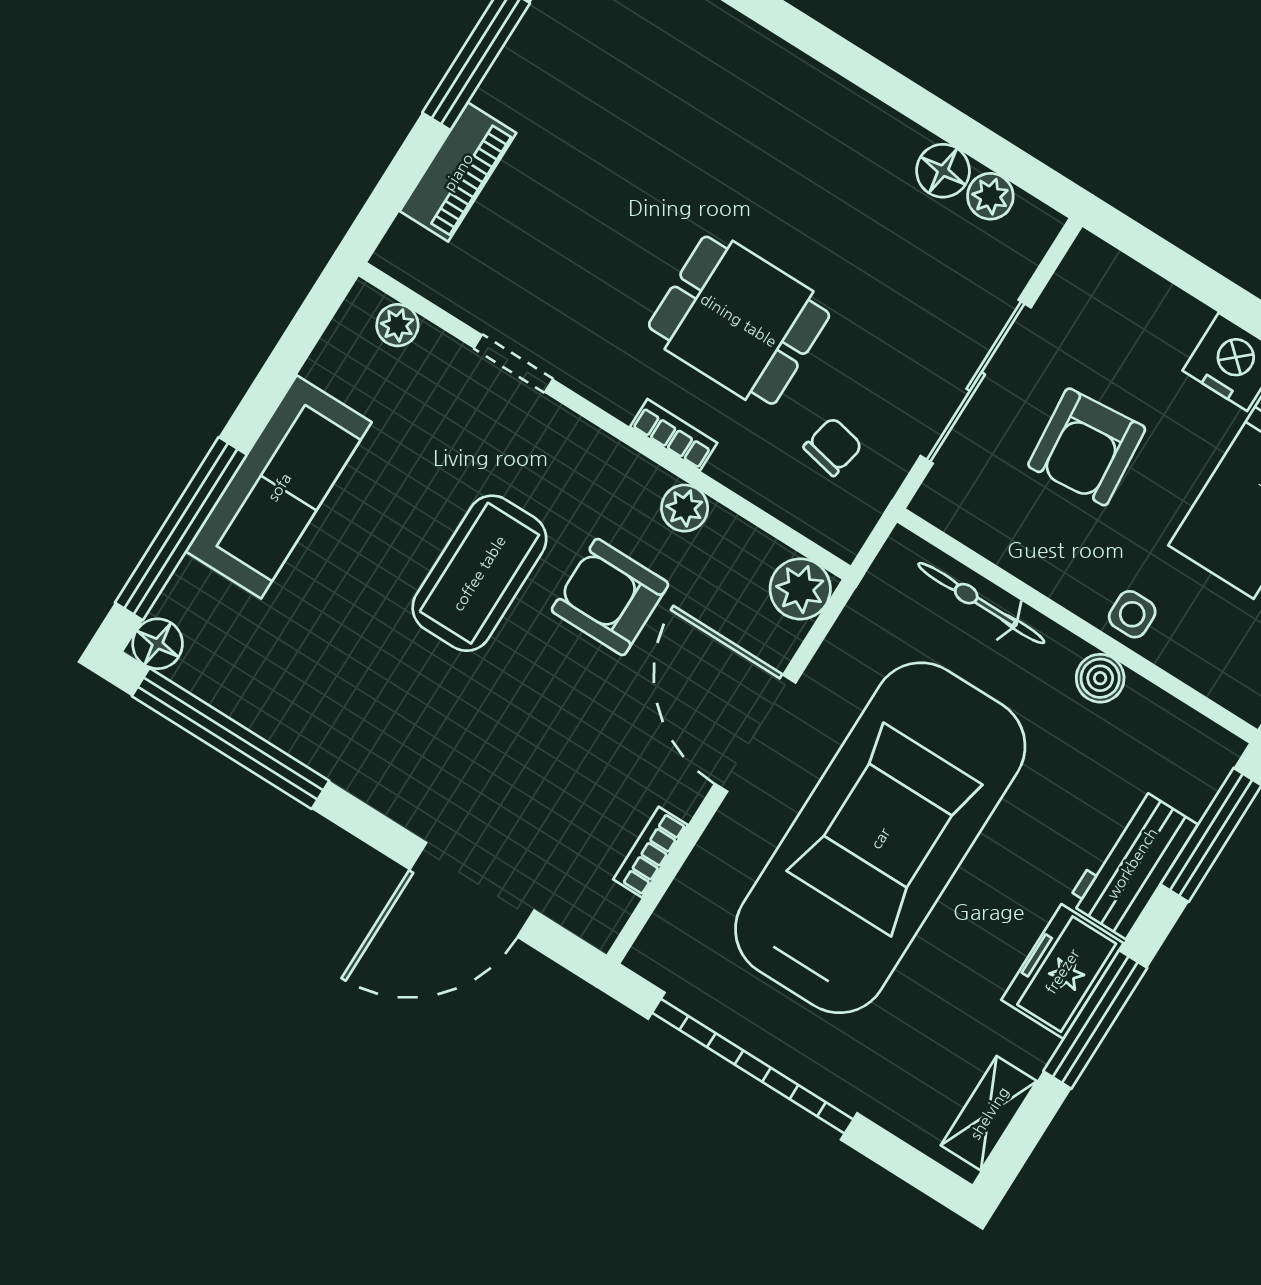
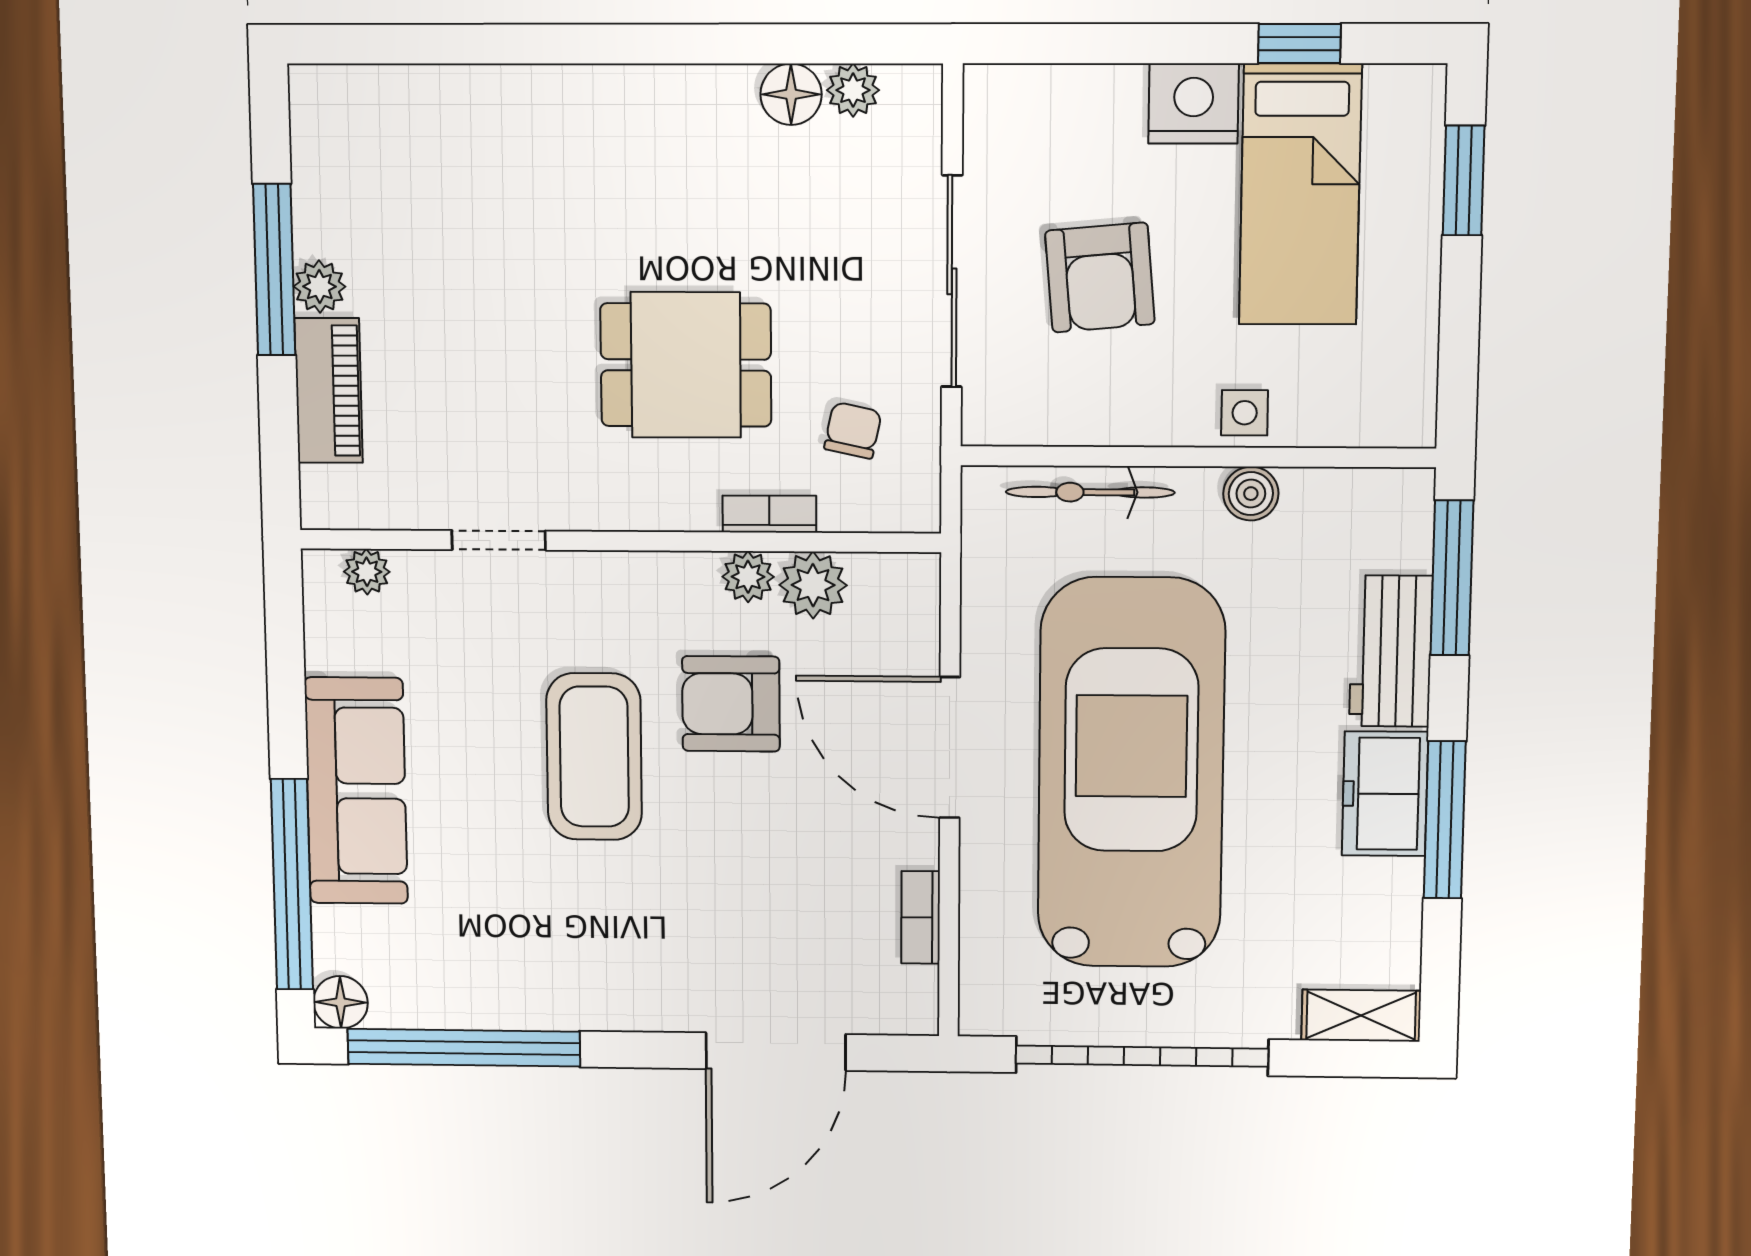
plant: (502, 91) -> (319, 287), added
bookcase: (674, 435) -> (769, 514), moved
plant: (800, 589) -> (813, 585), moved
shelving: (989, 1113) -> (1361, 1016), moved, turned 90

